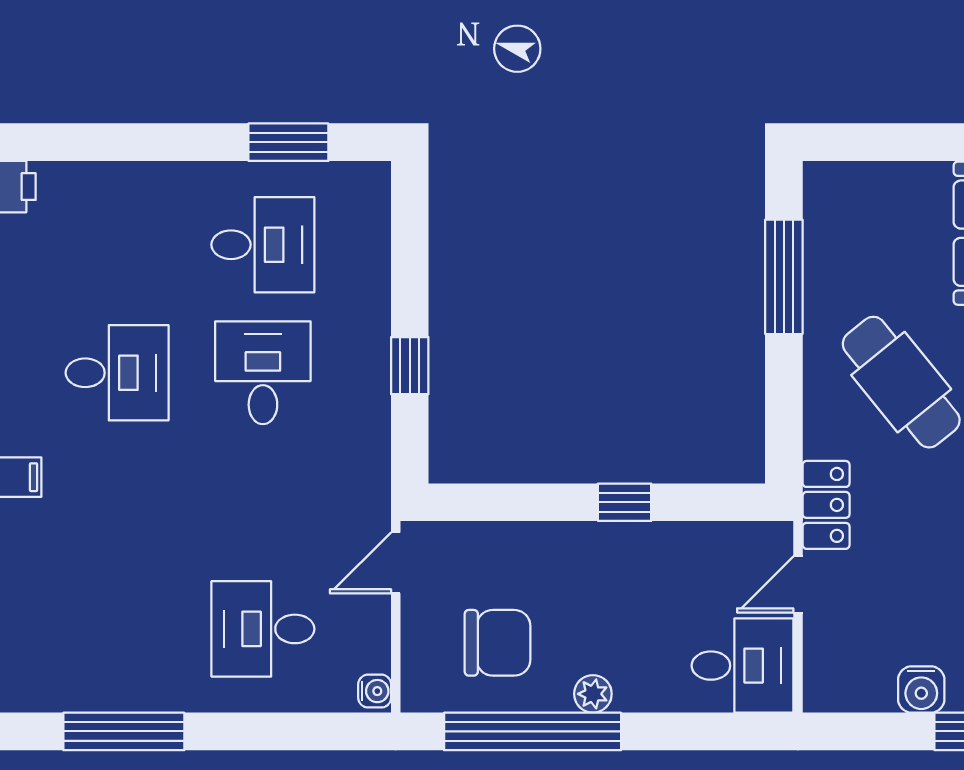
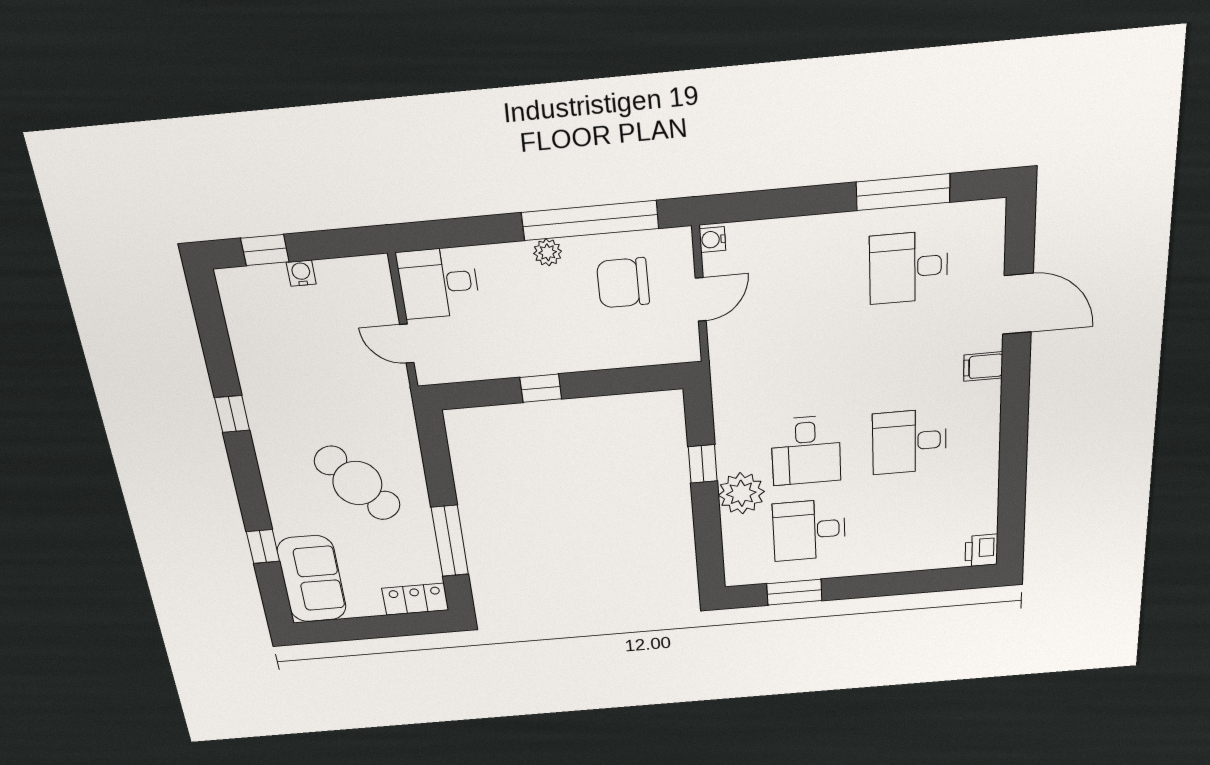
plant: (358, 314) -> (741, 493), added
locker: (826, 505) -> (415, 599), moved, turned 90
door: (396, 563) -> (701, 299), moved
door: (798, 584) -> (407, 344), swing flipped
desk: (263, 629) -> (909, 267), moved, turned 180
water cooler: (921, 690) -> (301, 273), width x0.72, depth x0.72

